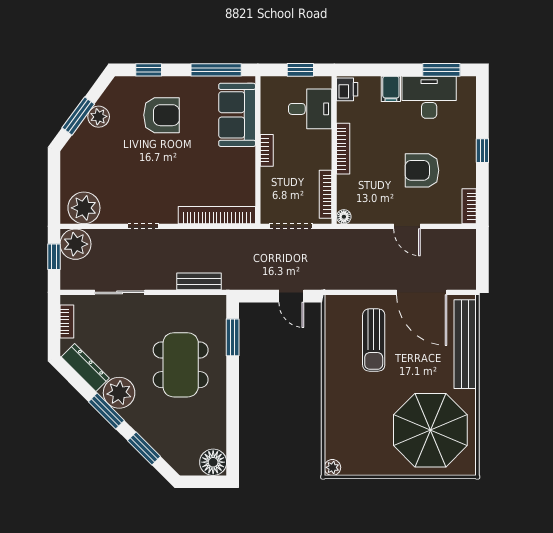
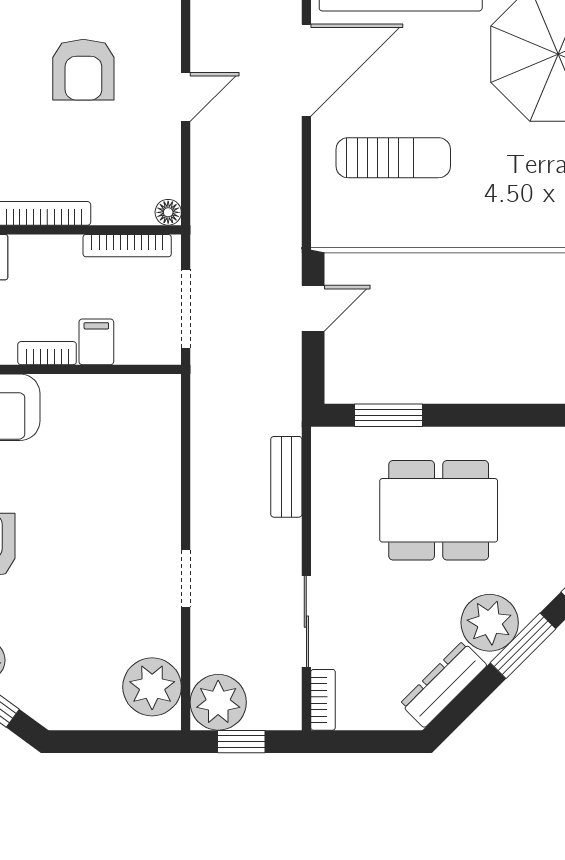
filing cabinet: (273, 177) -> (96, 342), added
bookcase: (217, 215) -> (165, 444), removed
bookcase: (67, 322) -> (323, 700), moved, turned 90

